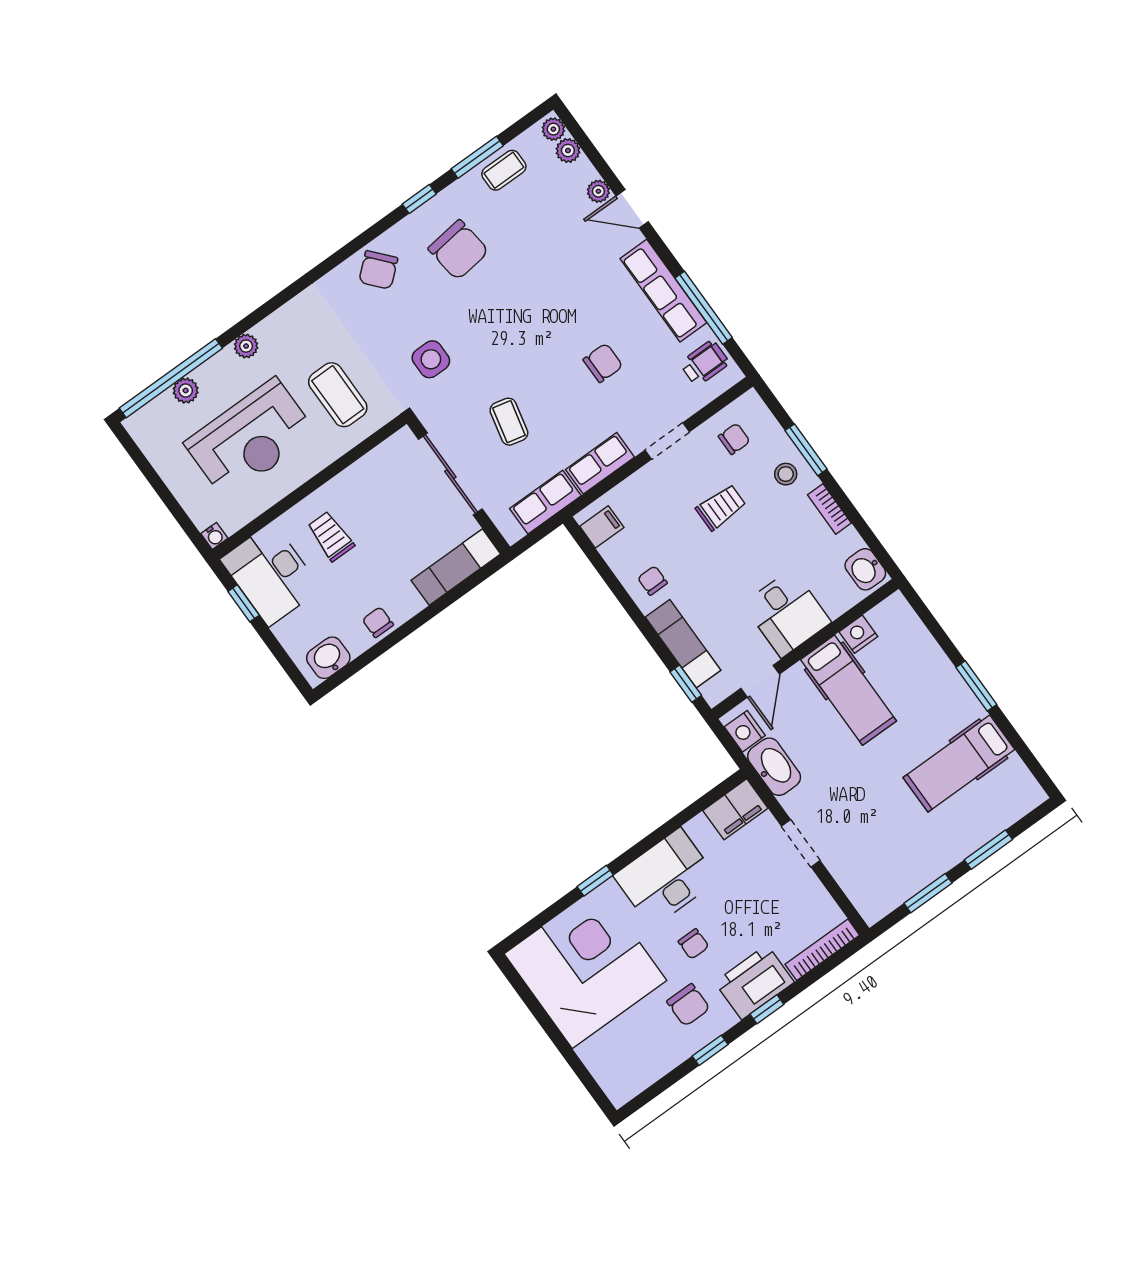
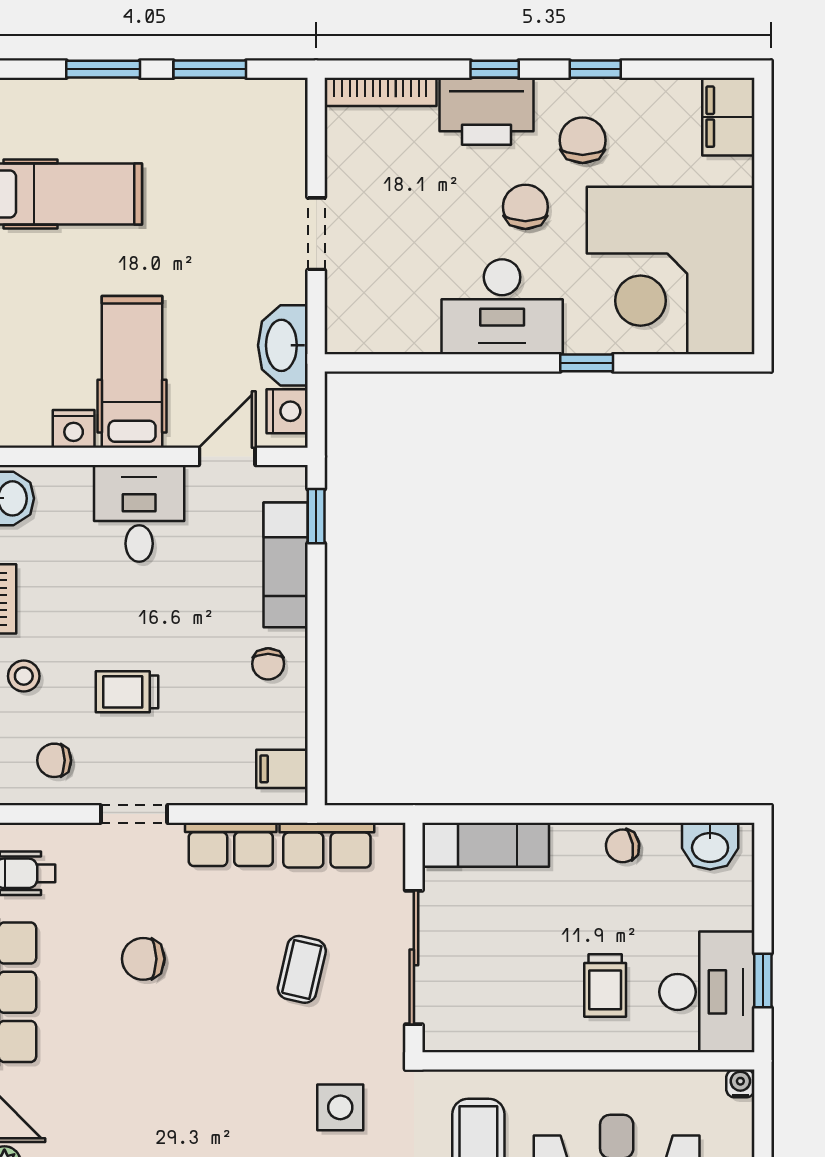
chair: (378, 622) -> (623, 846), turned 80
filing cabinet: (735, 809) -> (728, 117), moved, turned -90
chair: (693, 944) -> (525, 207), width x1.37, depth x1.37

